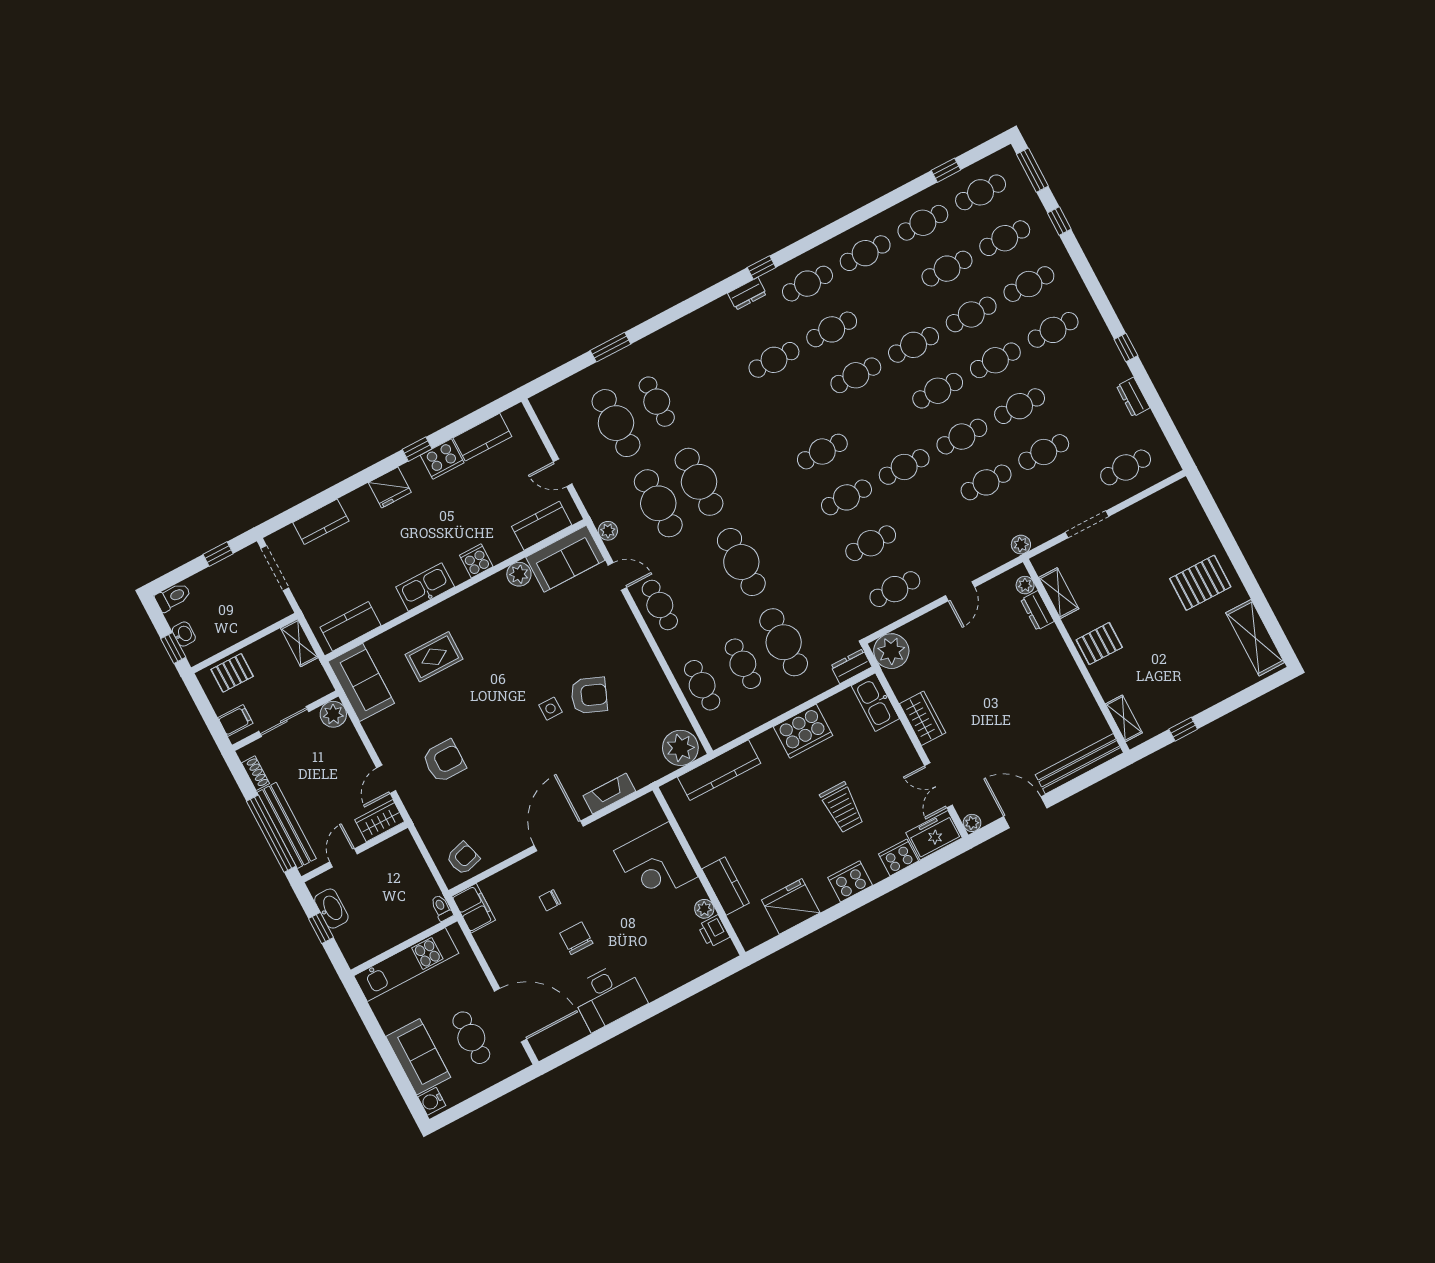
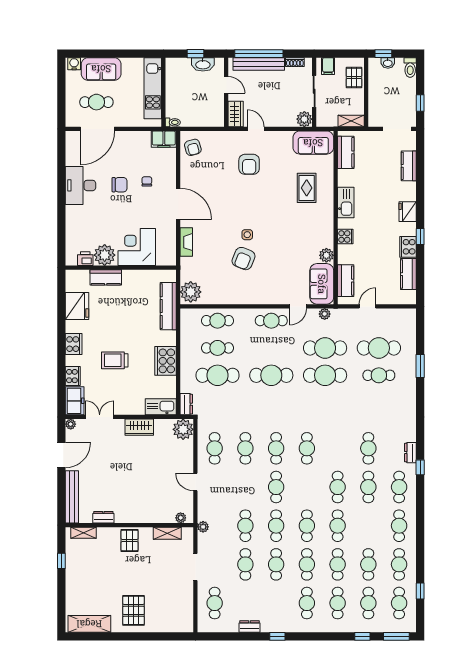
dresser: (1037, 611) -> (103, 517), moved
plant: (704, 909) -> (105, 255), width x1.87, depth x1.87

